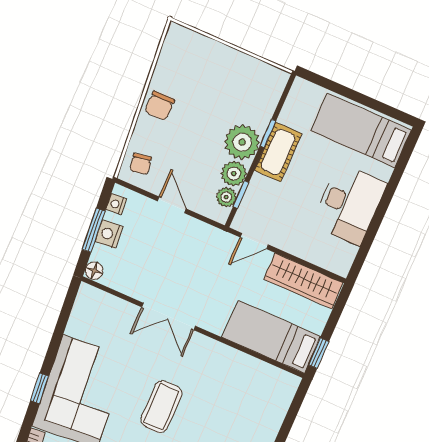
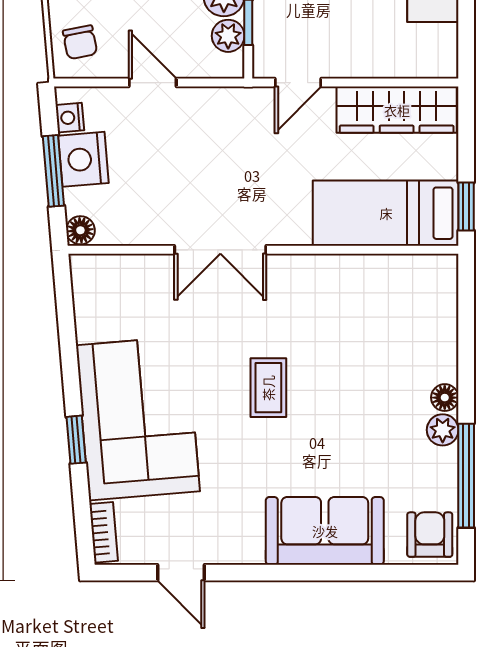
nightstand: (109, 234) -> (83, 159), width x1.36, depth x1.33
coffee table: (162, 407) -> (268, 388), width x0.73, depth x0.77

